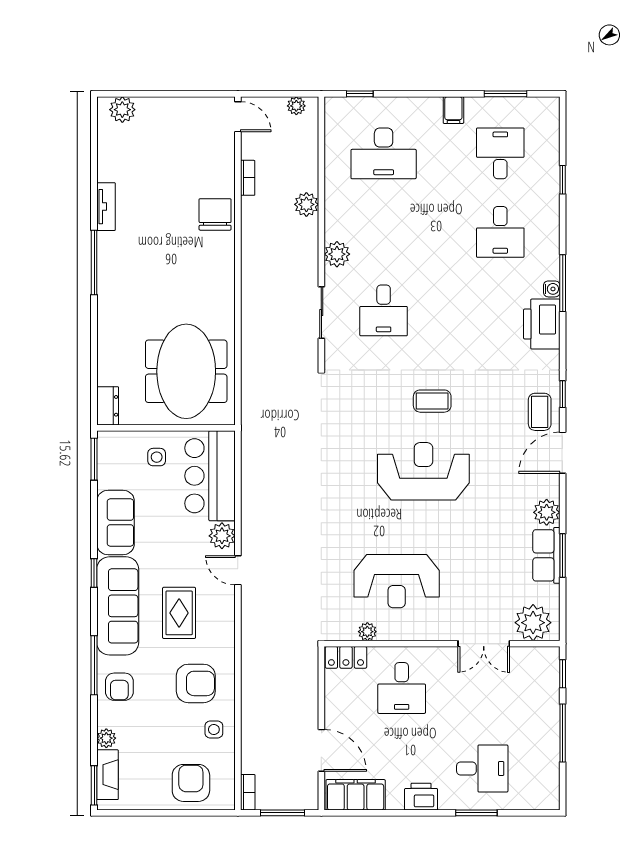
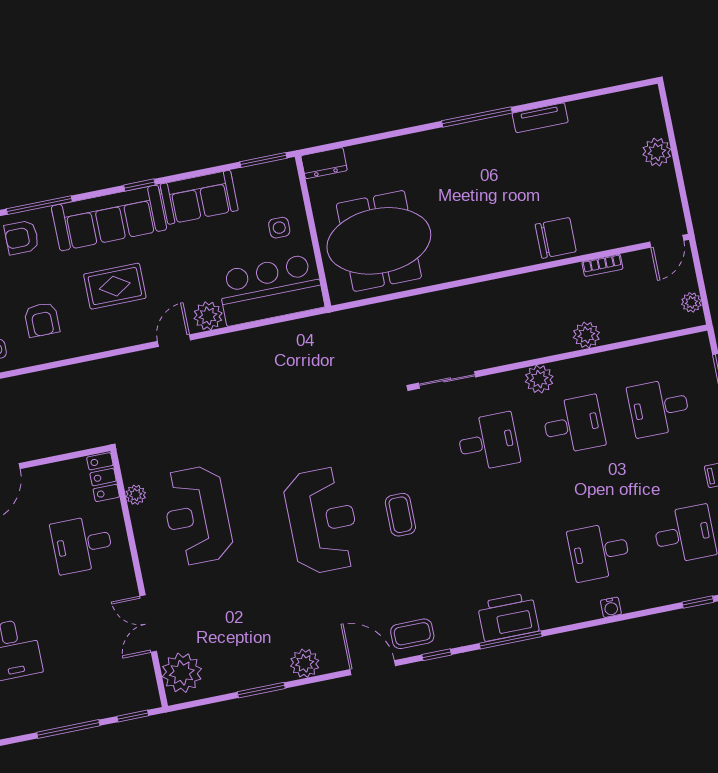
plant: (122, 110) -> (657, 152), moved
desk: (384, 153) -> (659, 408), width x0.73
window: (563, 180) -> (698, 602), moved
desk: (384, 232) -> (574, 425), added
window: (563, 283) -> (511, 640), moved
water cooler: (552, 289) -> (611, 607), moved
desk: (384, 310) -> (488, 442), turned 180
sliding door: (321, 312) -> (447, 380), moved
row of seats: (546, 555) -> (258, 673), removed
armchair: (196, 683) -> (42, 320), width x0.72, depth x0.72

